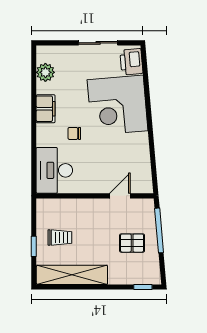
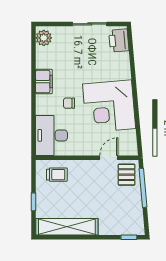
plant: (45, 72) -> (44, 38), moved
corner desk: (117, 105) -> (109, 106), moved
trolley: (60, 237) -> (57, 175), moved
pallet: (132, 243) -> (127, 175), moved, turned 90

